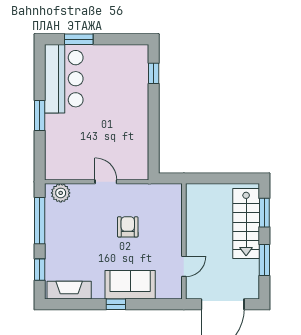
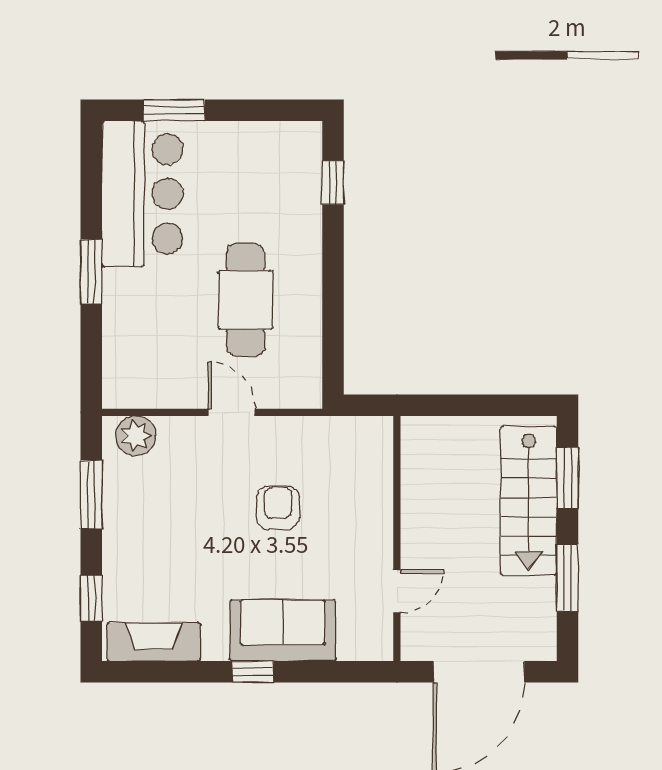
cafe table: (112, 129) -> (245, 300), added
window: (40, 221) -> (91, 495), width x0.69

